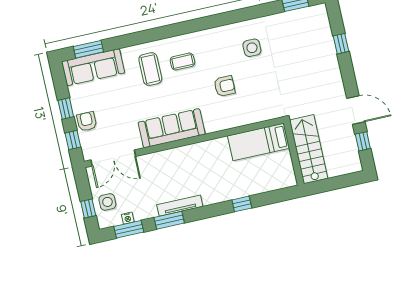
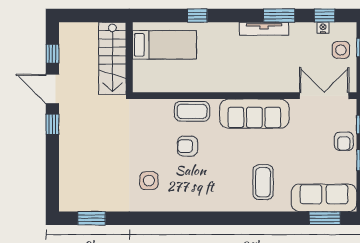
window: (341, 44) -> (52, 124), moved
coffee table: (182, 62) -> (192, 111), moved, width x1.36, depth x1.30
bed: (259, 142) -> (164, 45), moved
window: (129, 229) -> (325, 16), width x0.67

